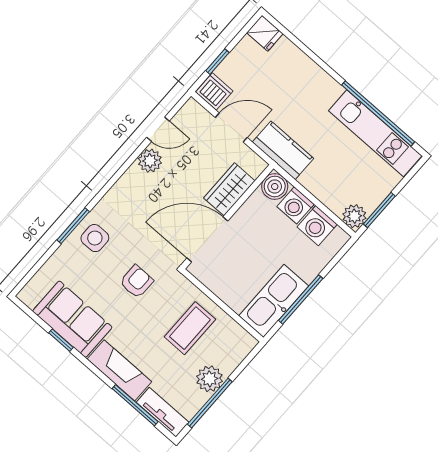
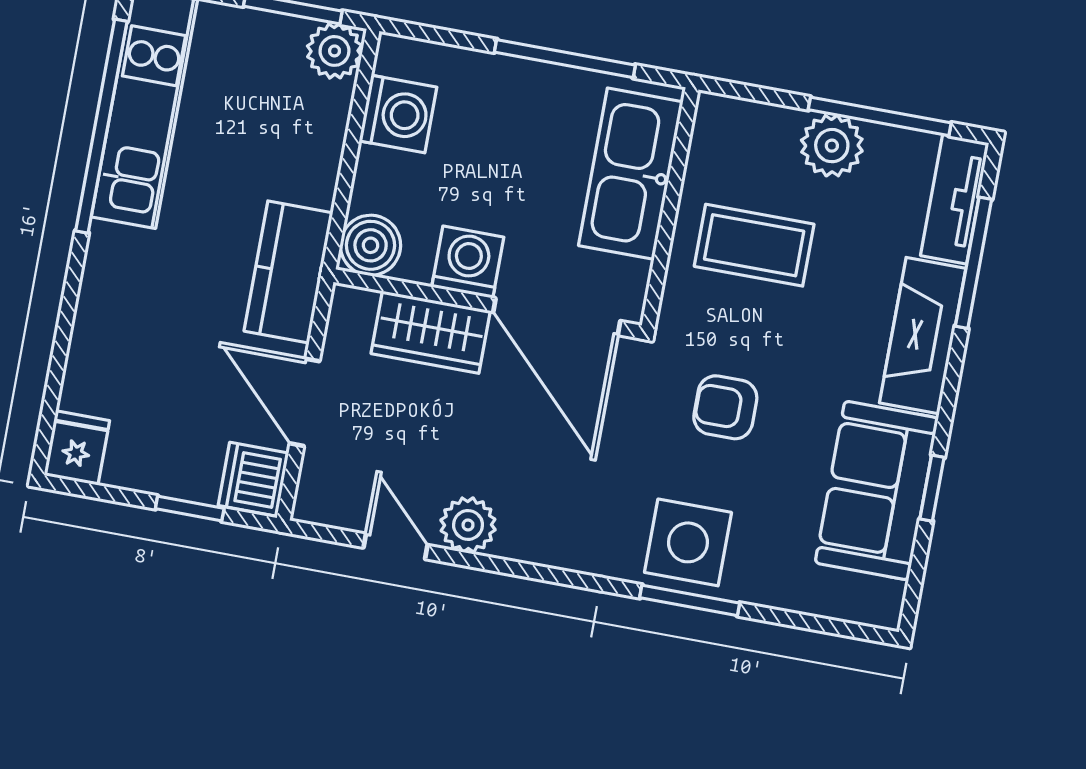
washing machine: (296, 205) -> (468, 262), moved, turned -90
side table: (95, 238) -> (688, 542), width x1.37, depth x1.37
kitchen sink: (274, 301) -> (631, 174), moved, turned 90

